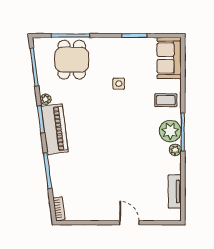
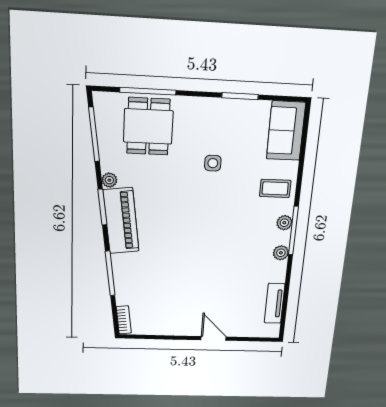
plant: (170, 131) -> (284, 223), width x0.53, depth x0.53

